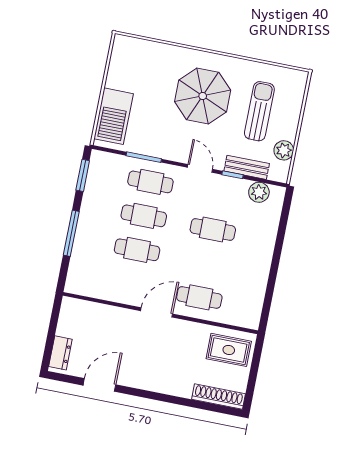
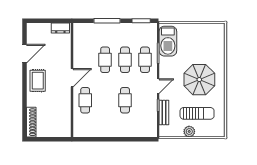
barbecue: (114, 116) -> (168, 41), moved, turned -90
plant: (284, 150) -> (189, 131), moved
plant: (259, 192) -> (151, 122), removed
door: (157, 312) -> (72, 78), hinge flipped
rug: (229, 350) -> (38, 81), moved
dresser: (60, 353) -> (60, 28), moved
door: (99, 385) -> (25, 54), hinge flipped

